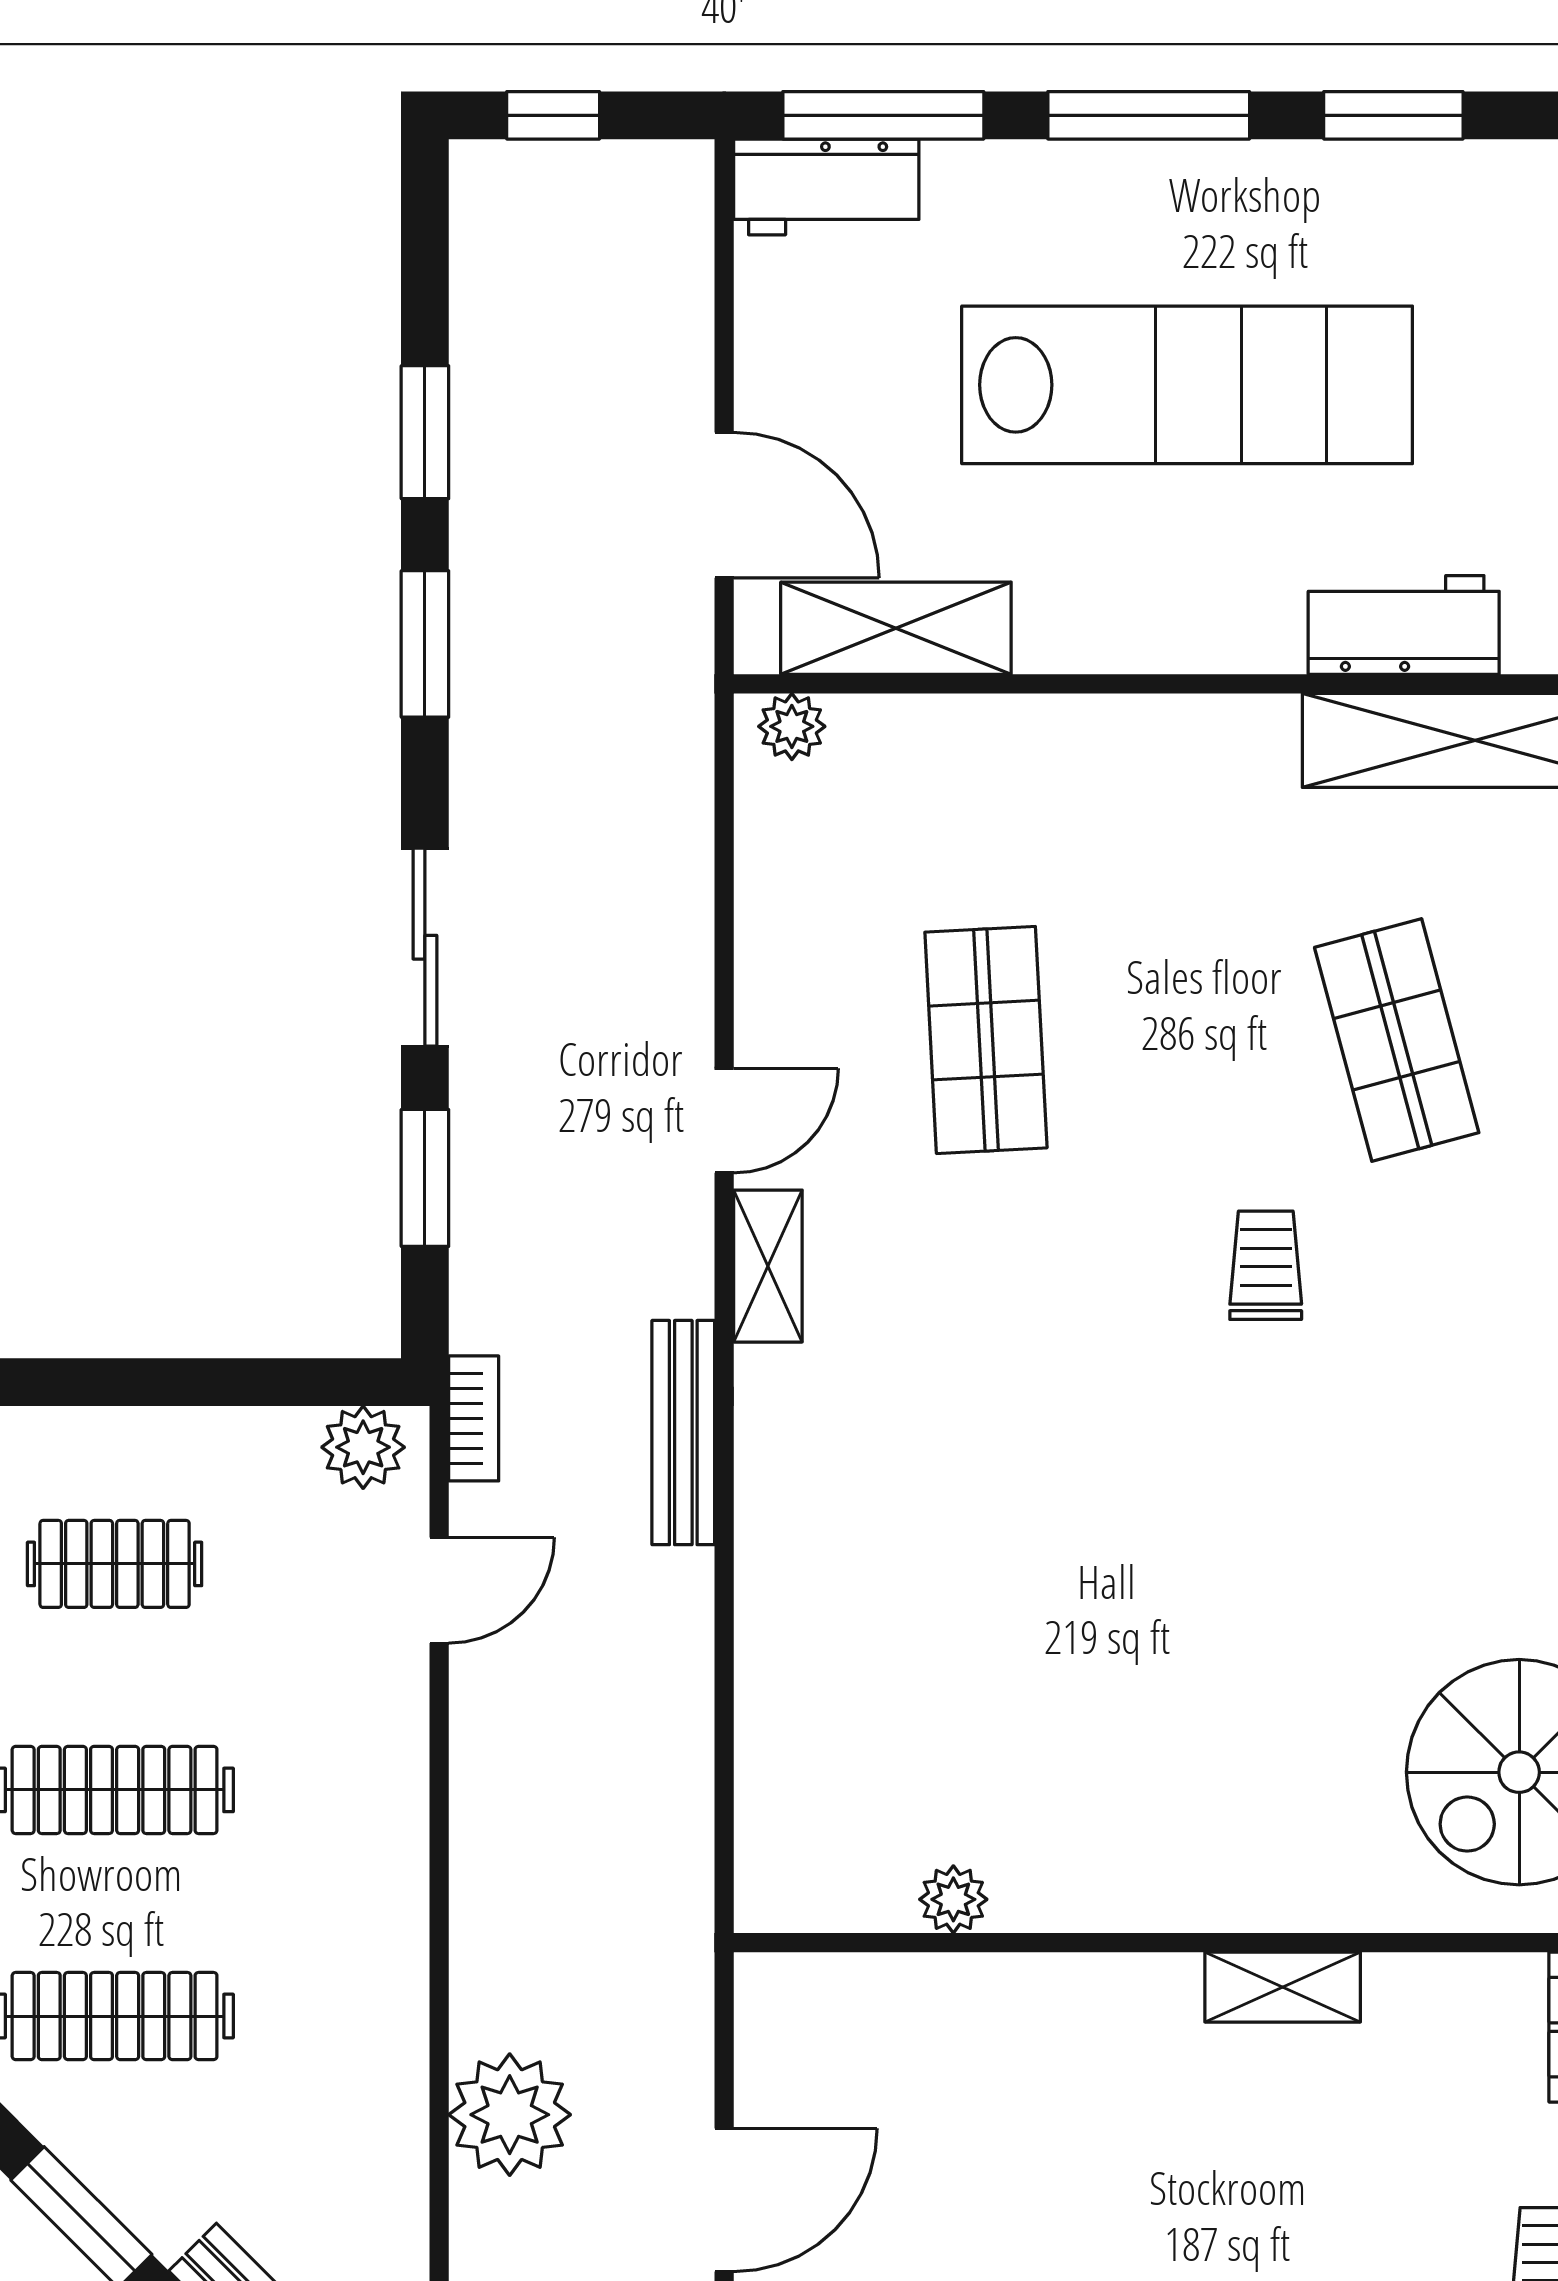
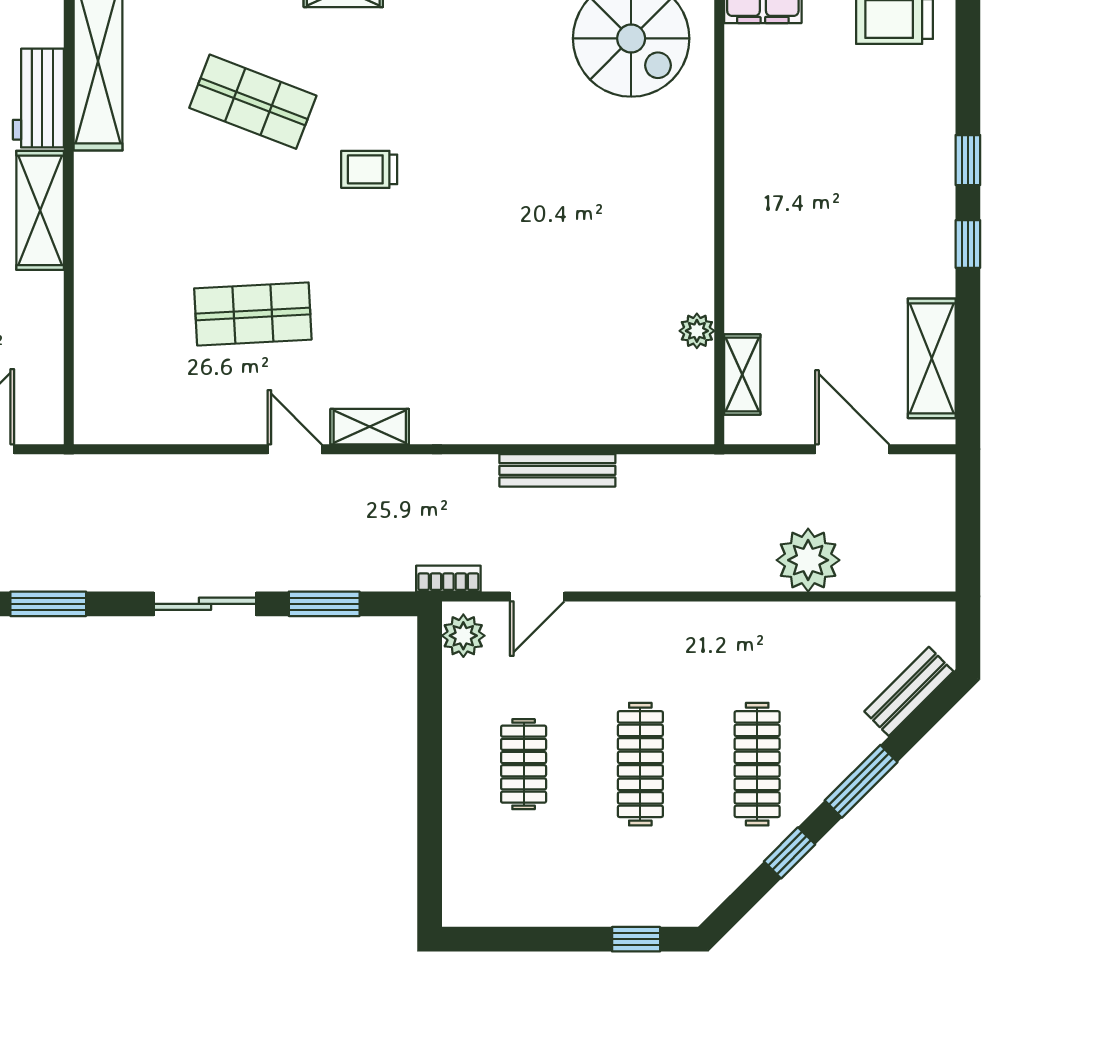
shelving: (896, 628) -> (40, 210), moved
plant: (792, 726) -> (91, 414), removed
shop shelf: (1397, 1040) -> (253, 102), turned 36
bench: (683, 1433) -> (557, 470), moved
door: (439, 1590) -> (537, 596), swing flipped
shelving: (1283, 1987) -> (742, 374), moved

